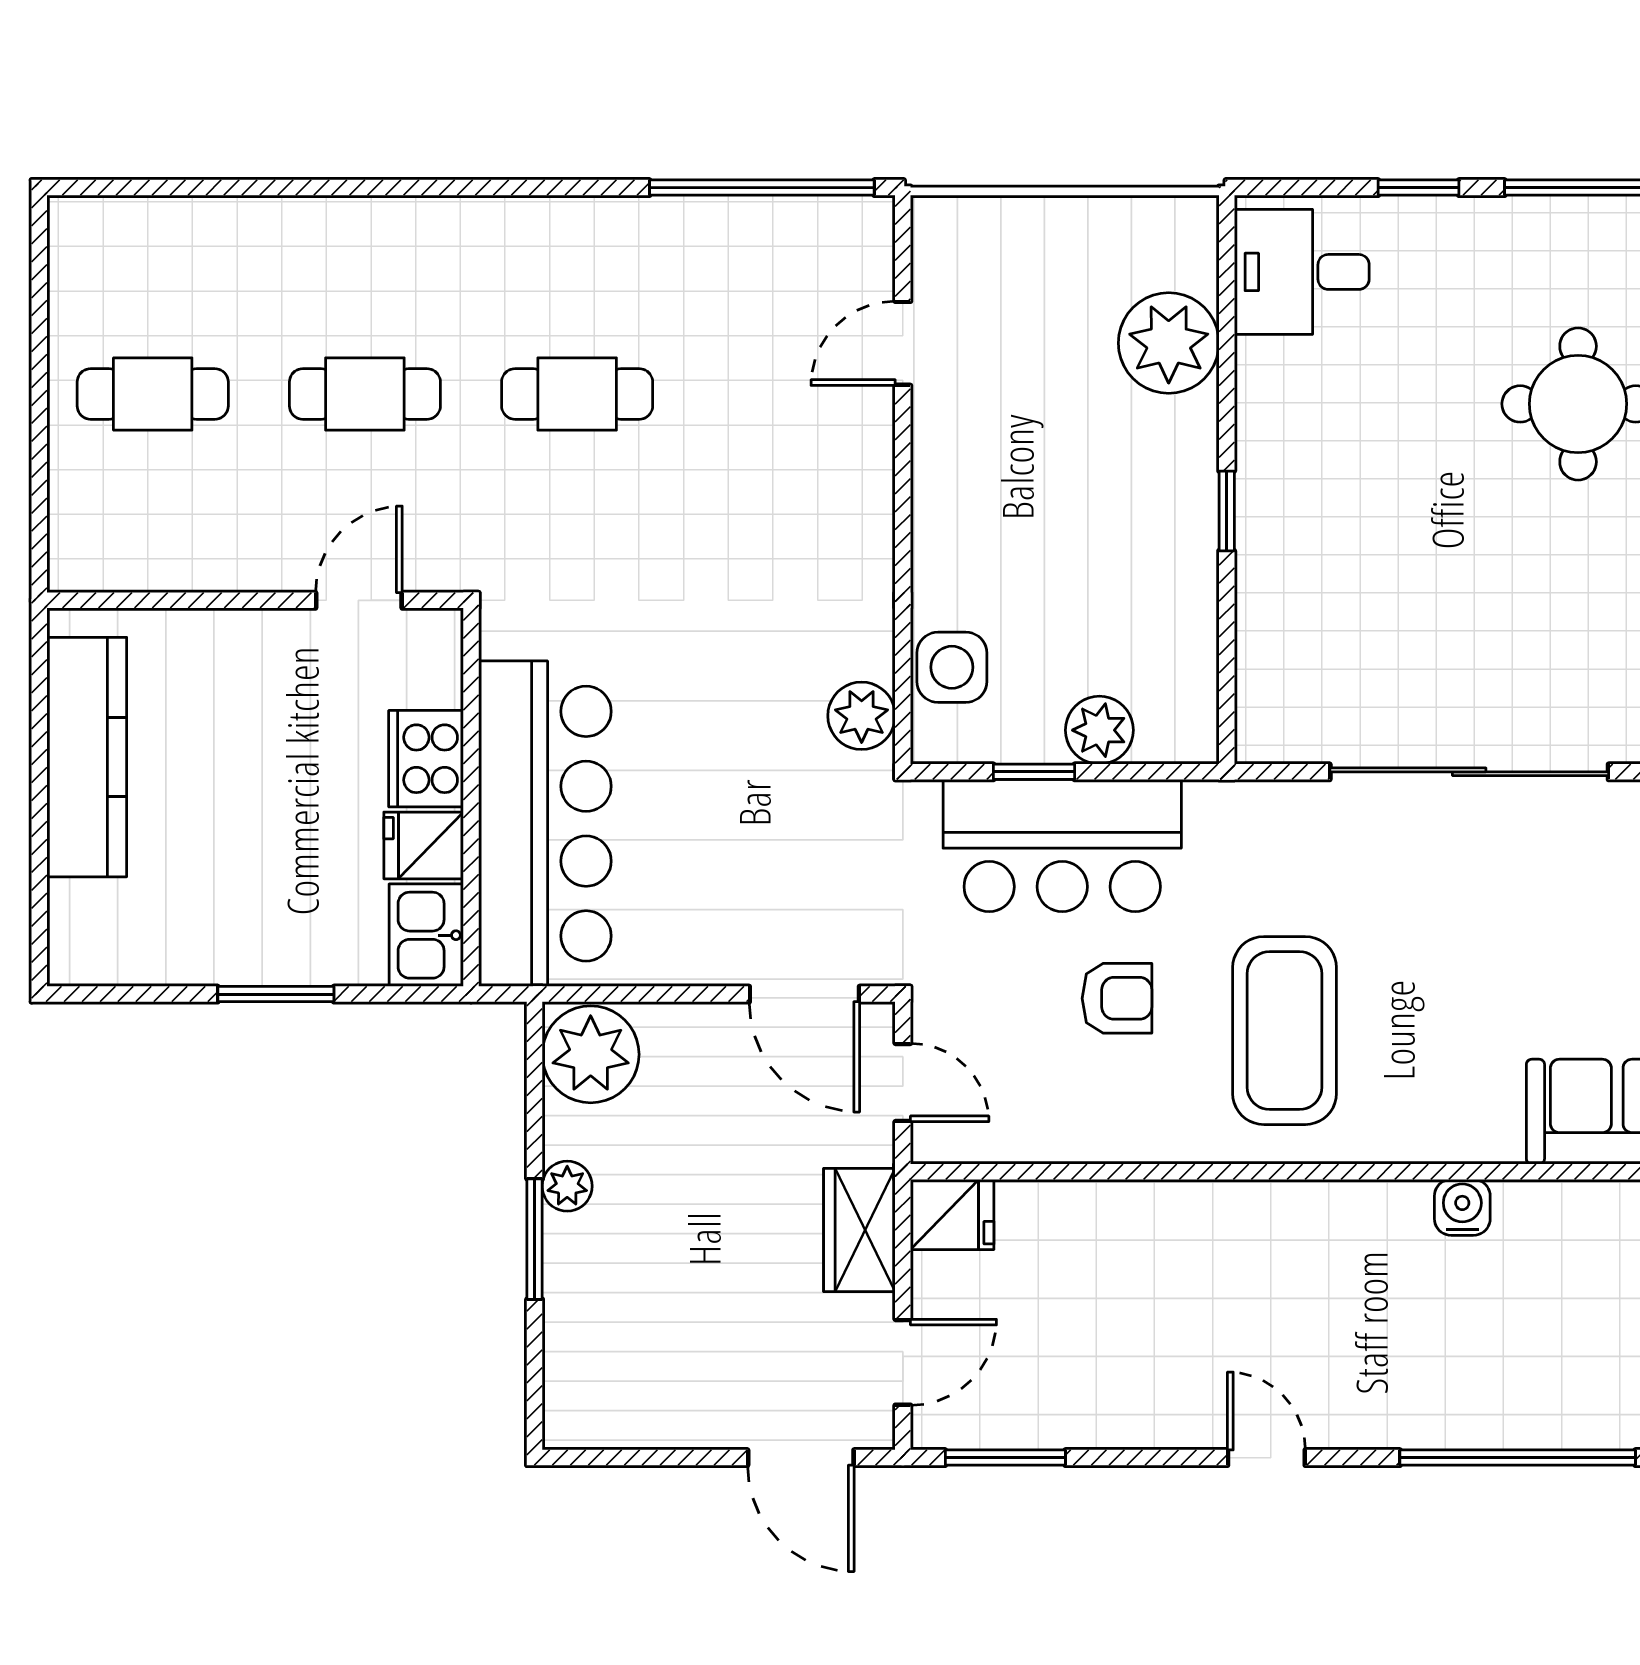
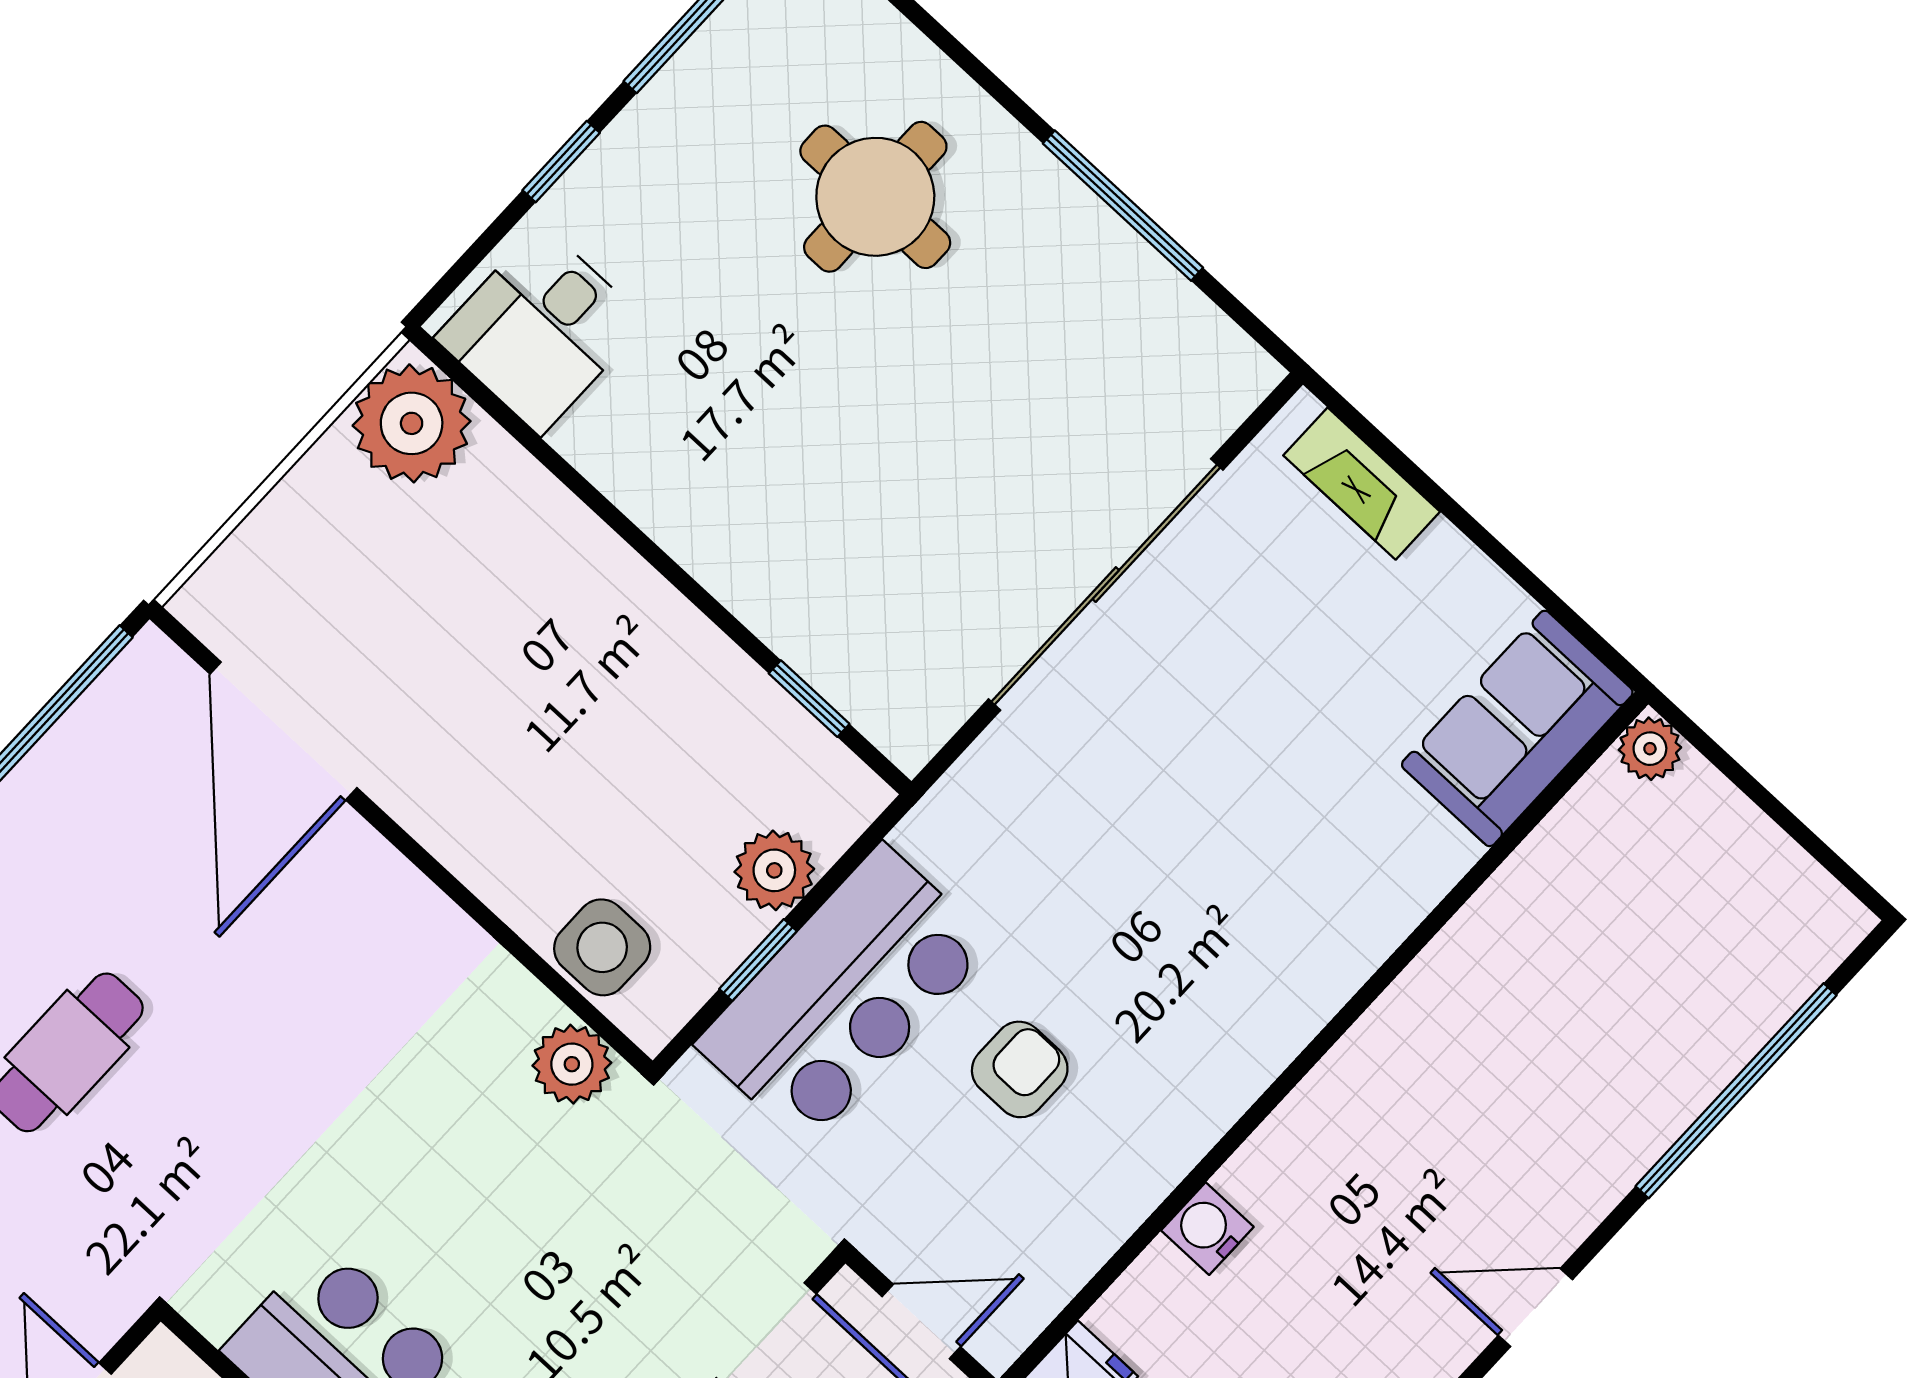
door: (903, 343) -> (283, 731), width x1.87
plant: (1169, 343) -> (412, 423), moved
window: (1227, 511) -> (809, 699), moved
coffee table: (1285, 1031) -> (1181, 951), removed
water cooler: (1462, 1207) -> (1207, 1229), moved

